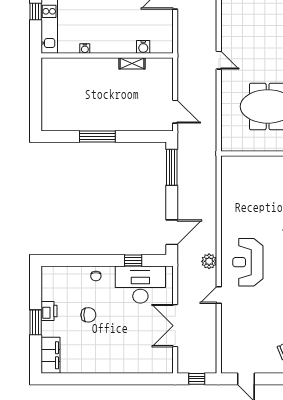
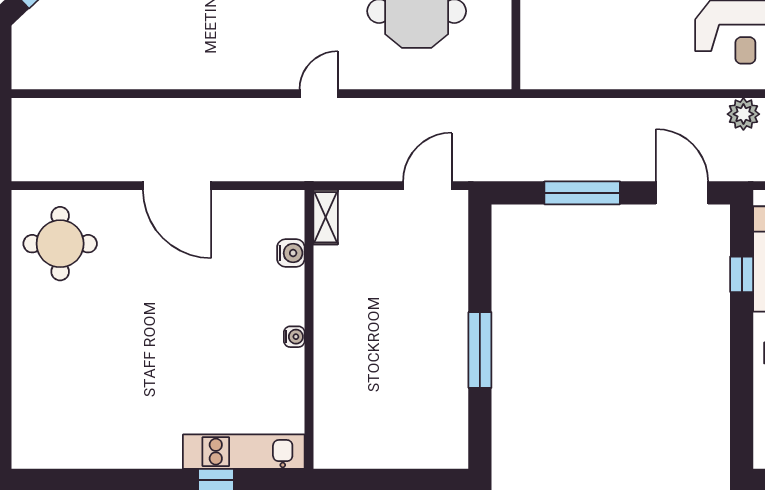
water cooler: (85, 49) -> (294, 337), moved
shelving: (132, 63) -> (326, 217), moved
window: (172, 167) -> (582, 193), moved

